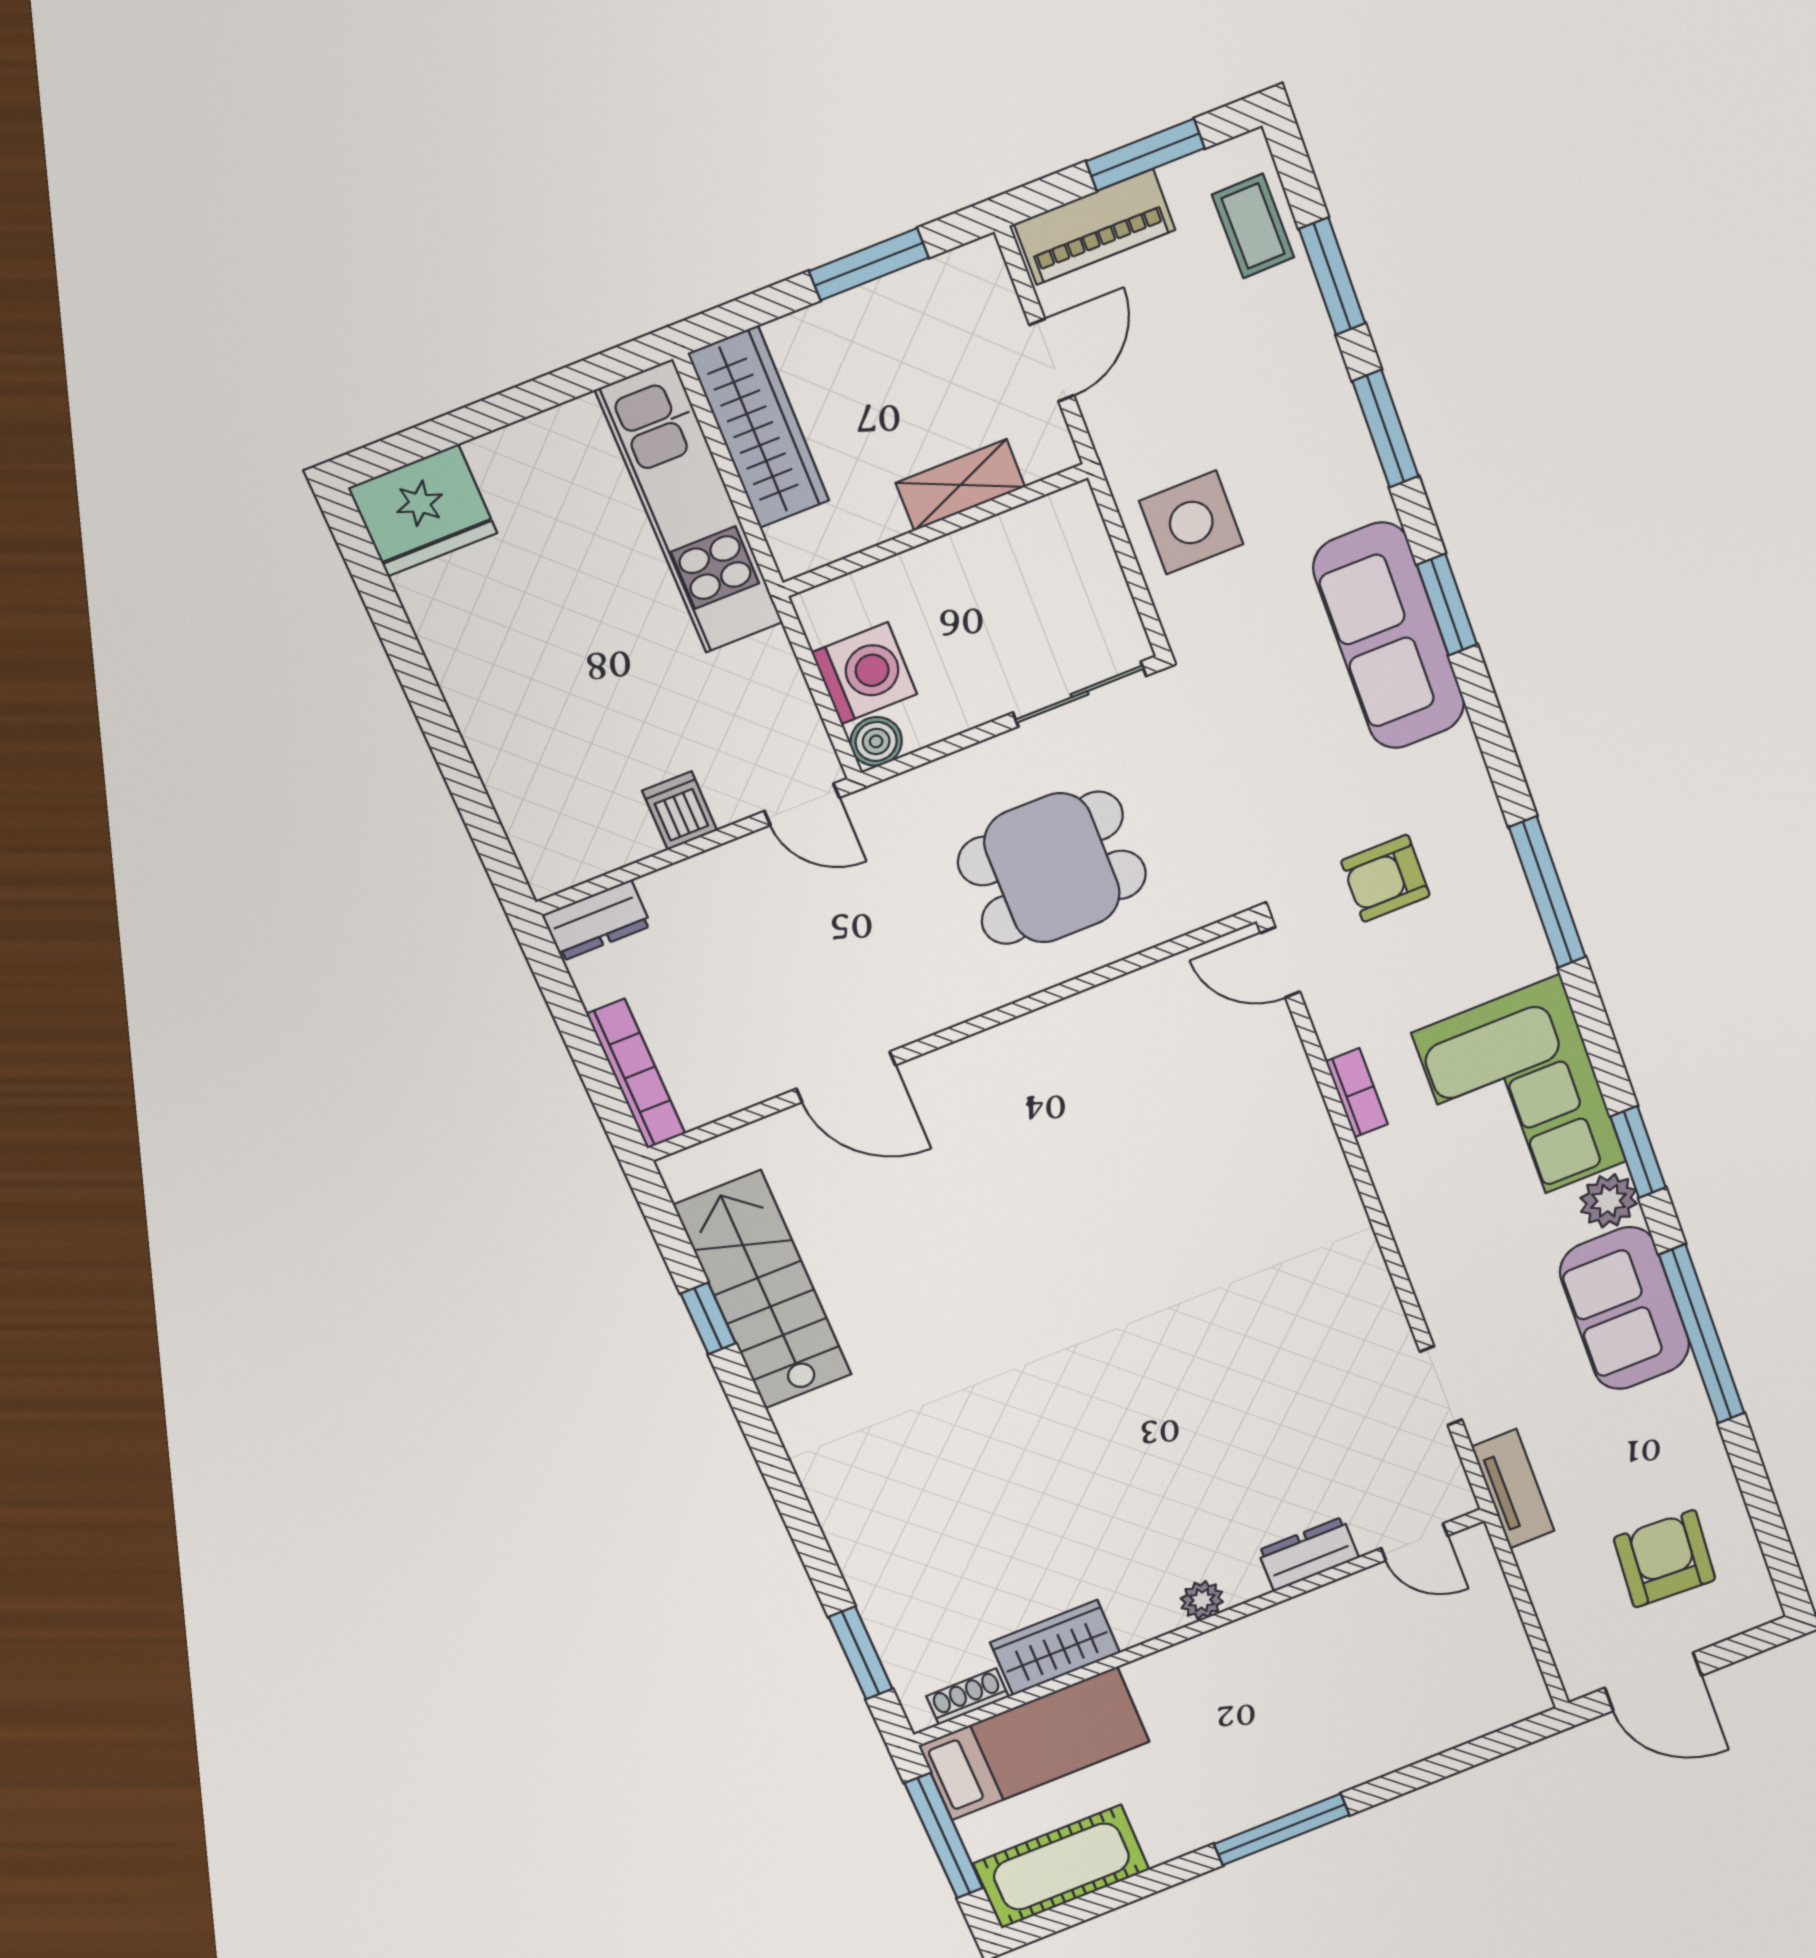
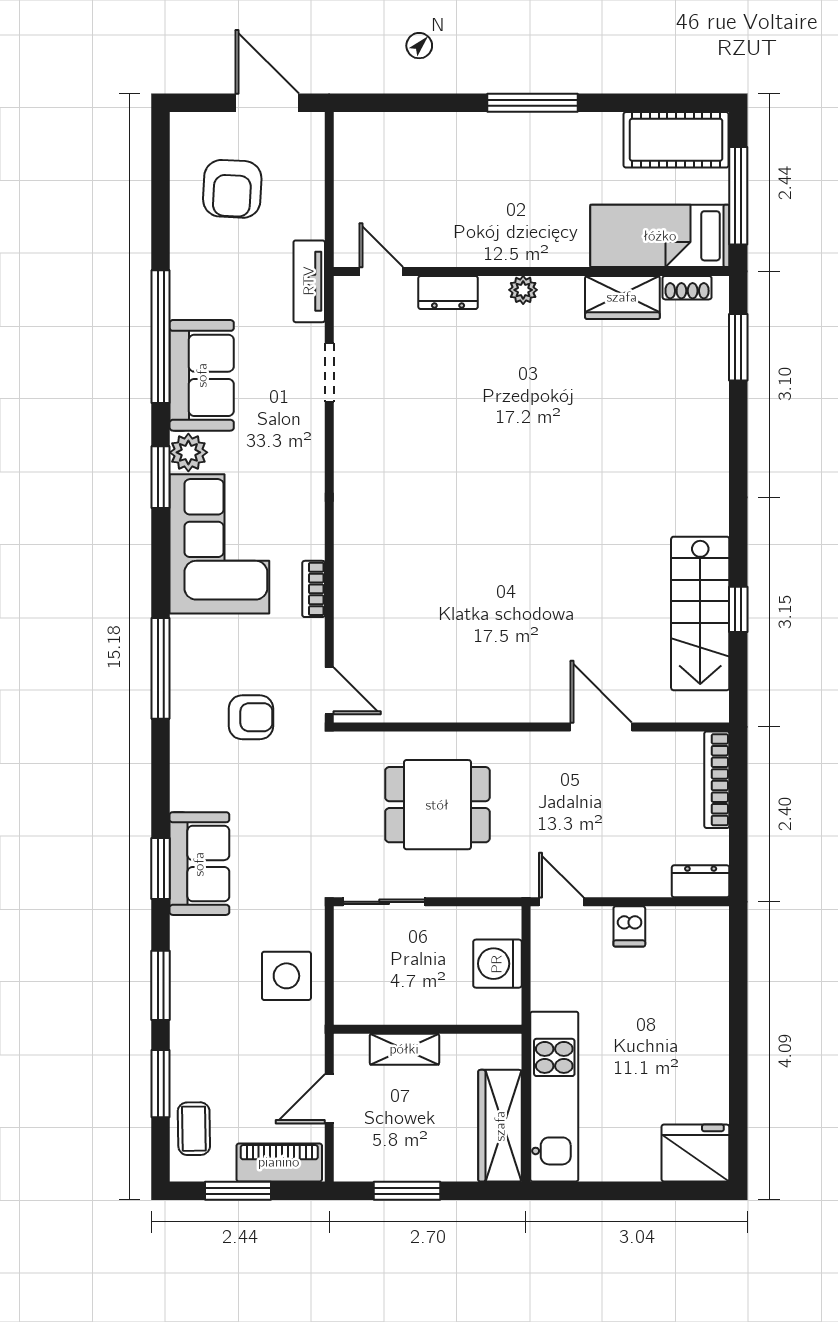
sofa: (1389, 636) -> (199, 864), width x0.73
boiler: (876, 741) -> (506, 921), removed

